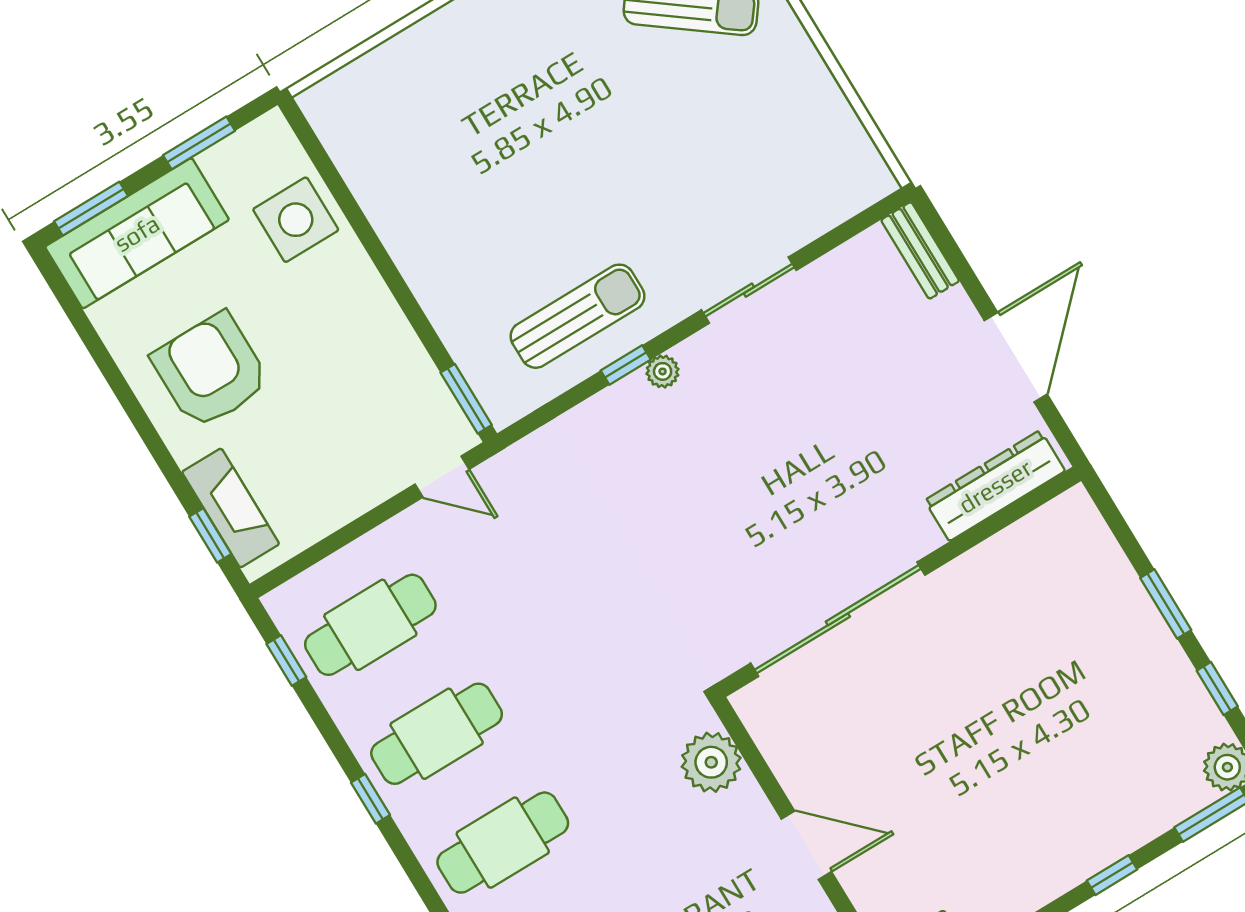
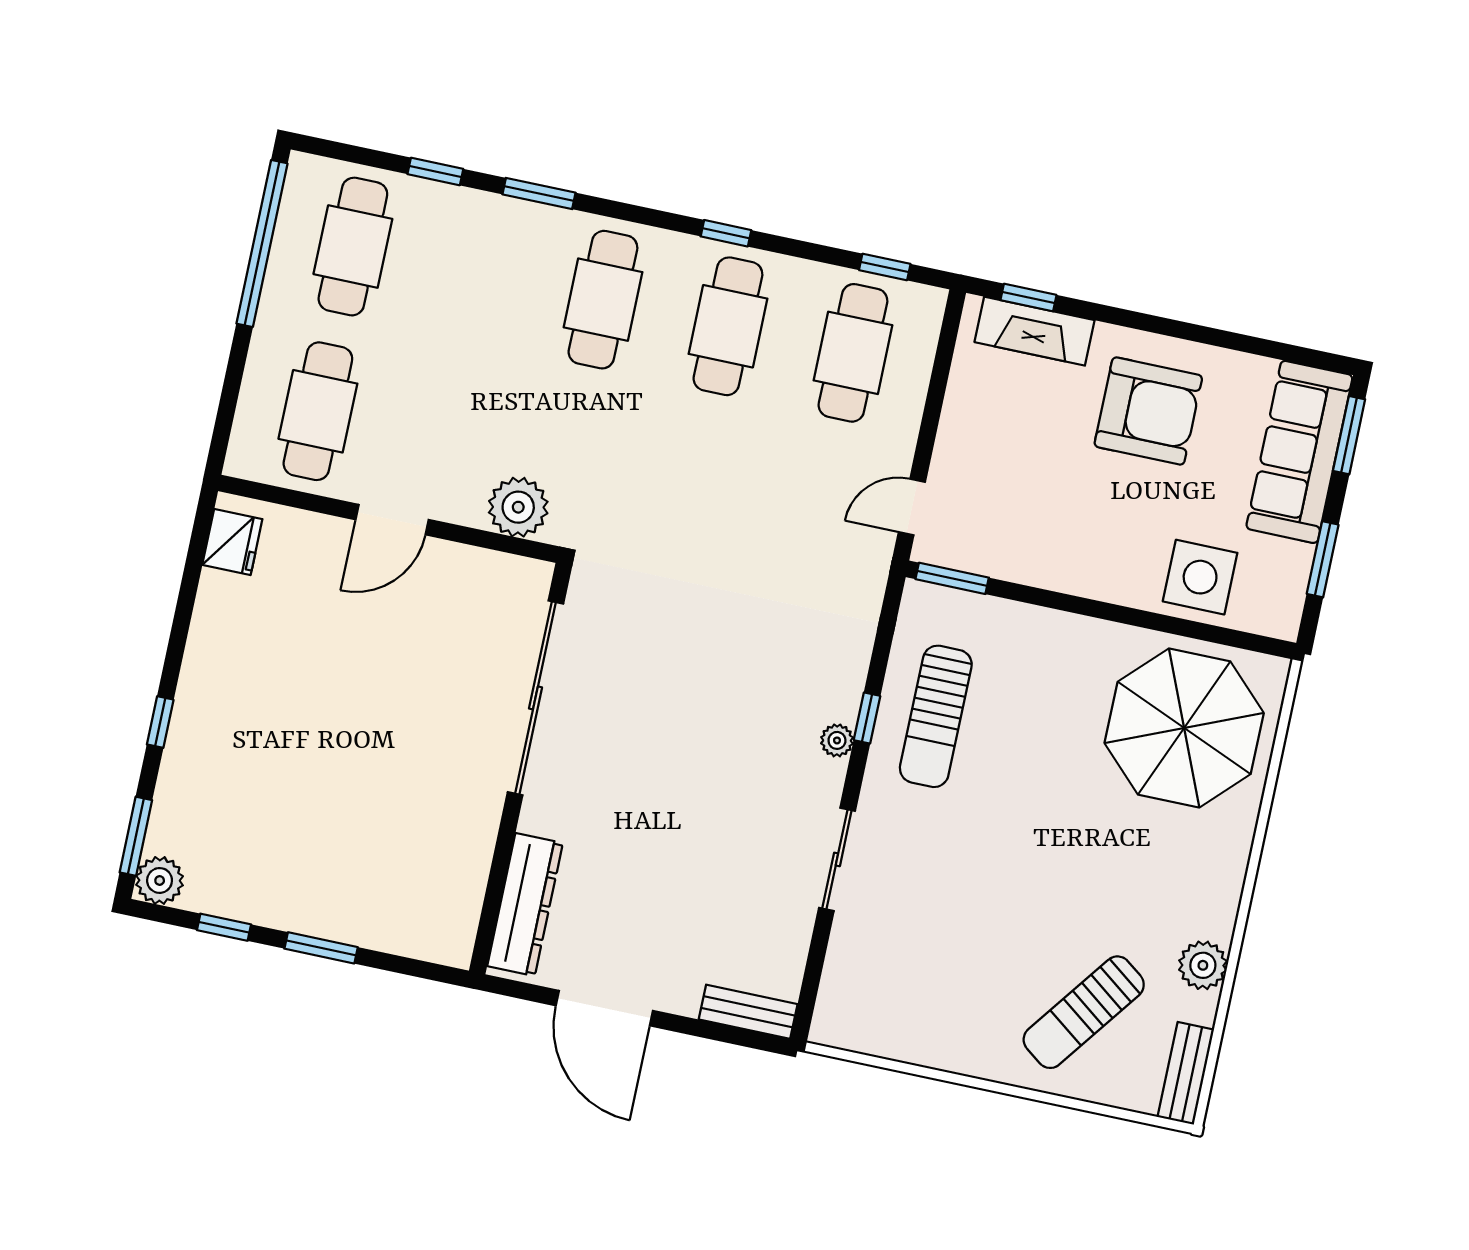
parasol: (416, 128) -> (1184, 728), added

